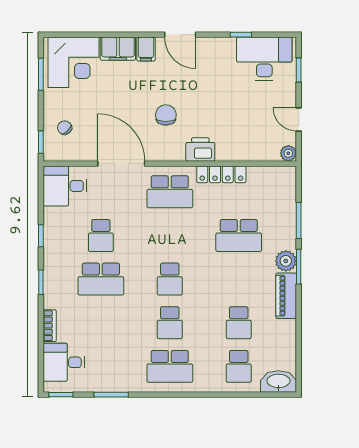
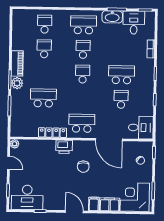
desk: (64, 362) -> (134, 23), moved, turned -90
washbasin: (278, 381) -> (112, 17), moved

